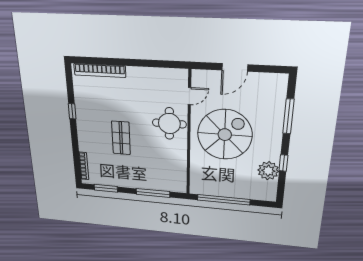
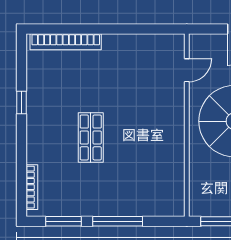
round table: (169, 124) -> (160, 111), removed
window: (153, 193) -> (118, 221), moved

